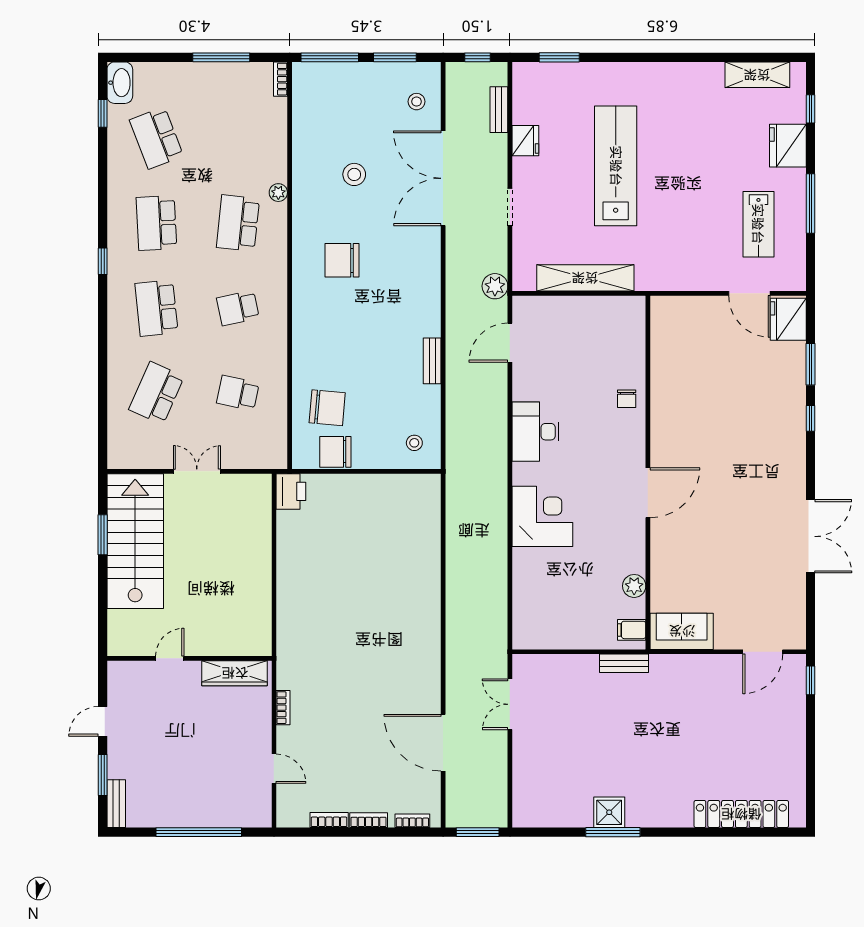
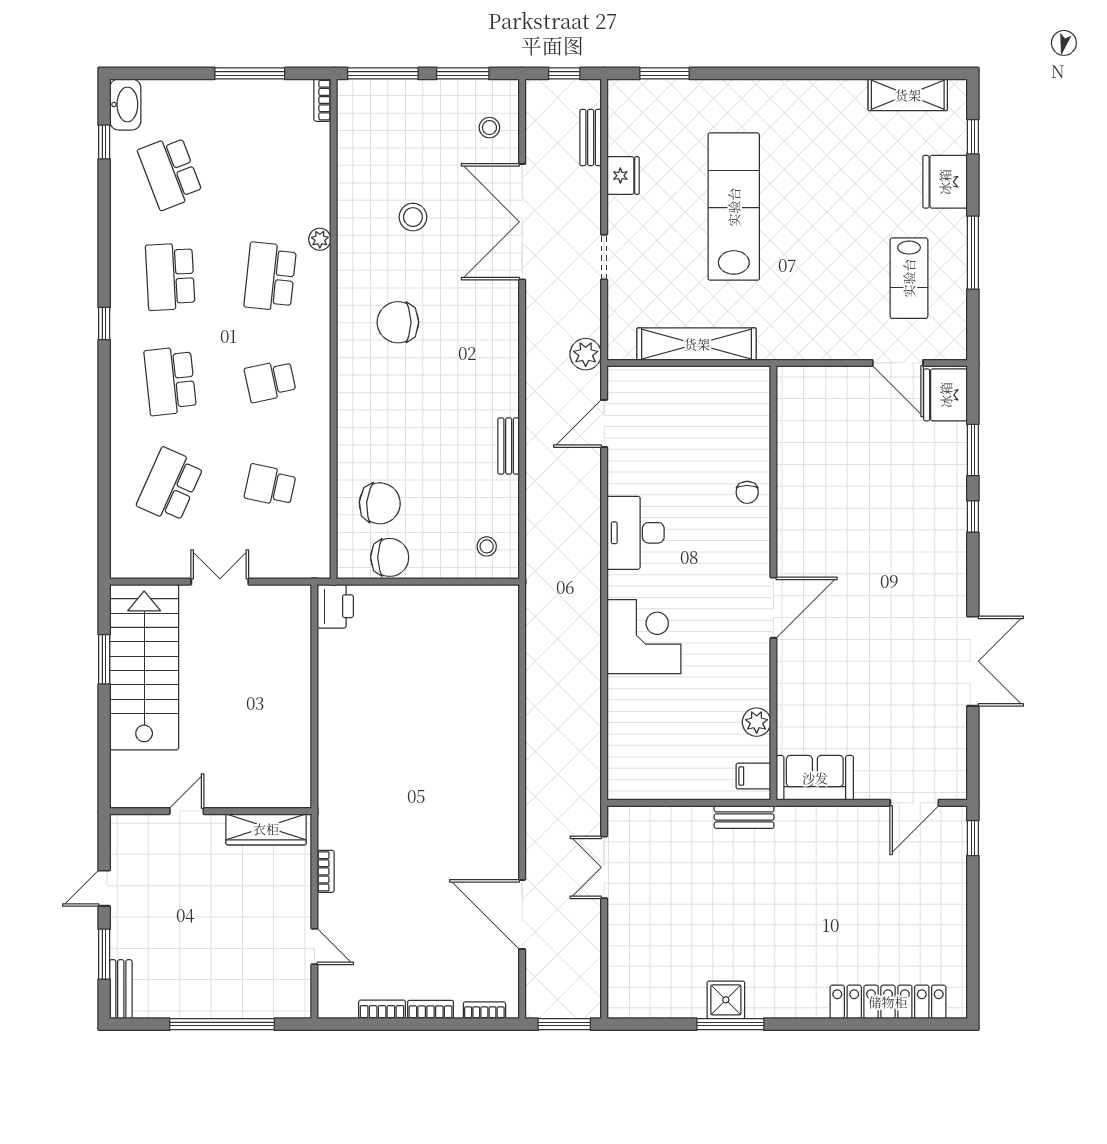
chair: (335, 452) -> (390, 557), turned 180

